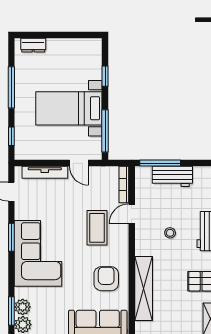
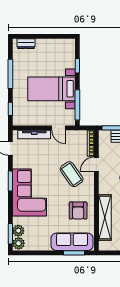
coffee table: (97, 228) -> (72, 174), turned -35
armchair: (106, 279) -> (78, 211), turned 180

